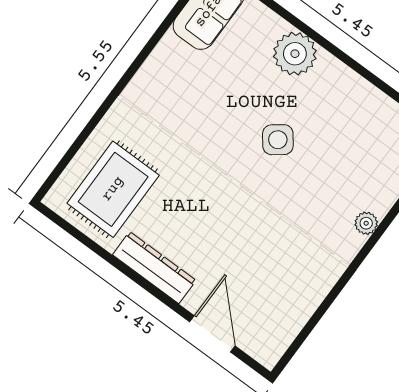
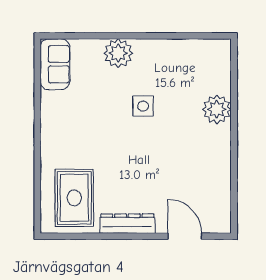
side table: (278, 140) -> (143, 106), turned 37
plant: (366, 223) -> (217, 109), width x1.88, depth x1.88

